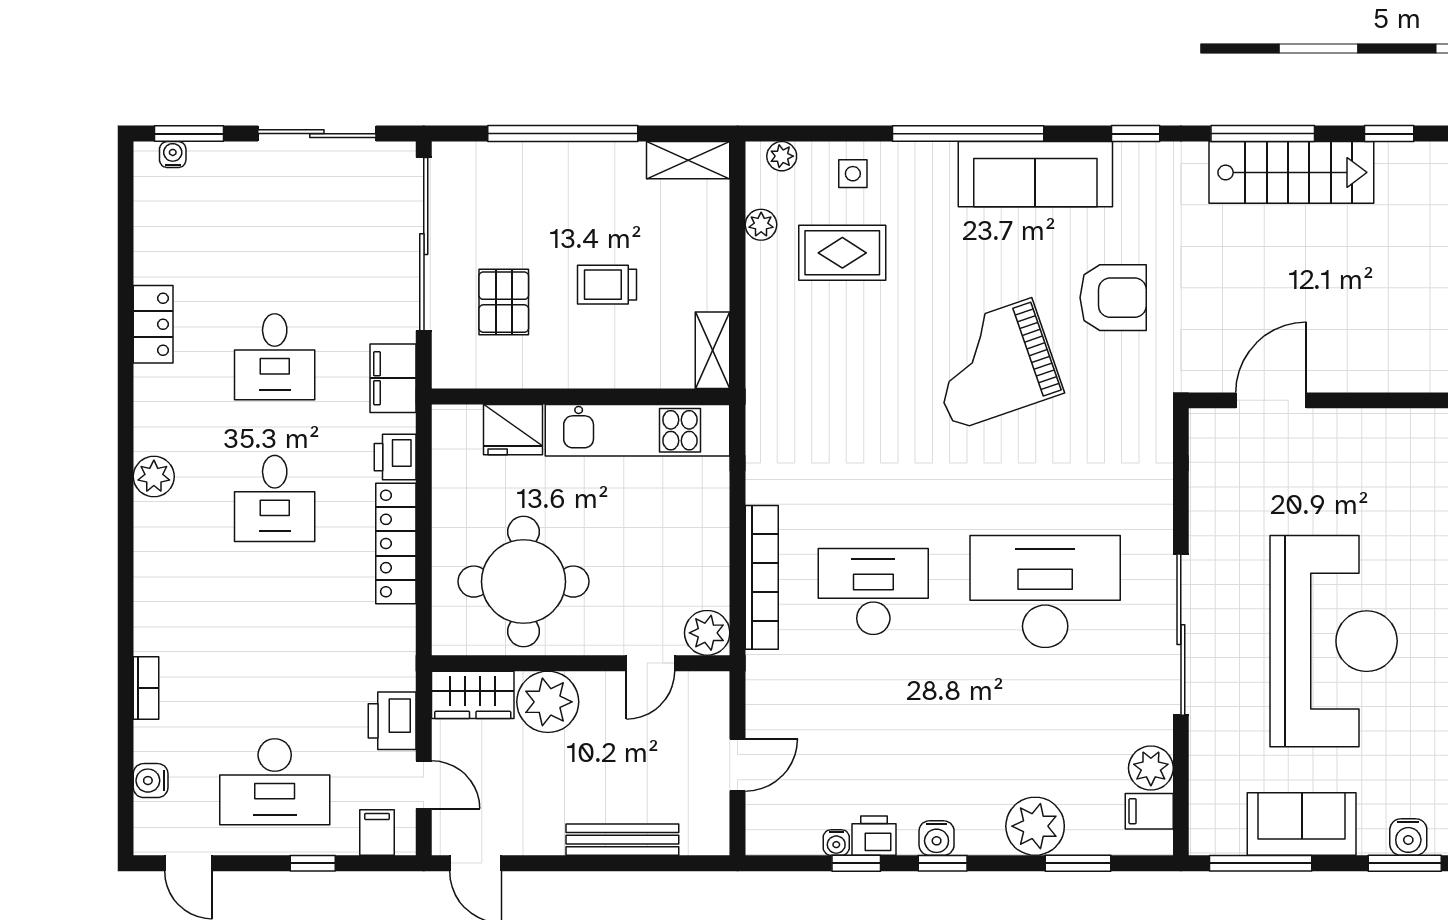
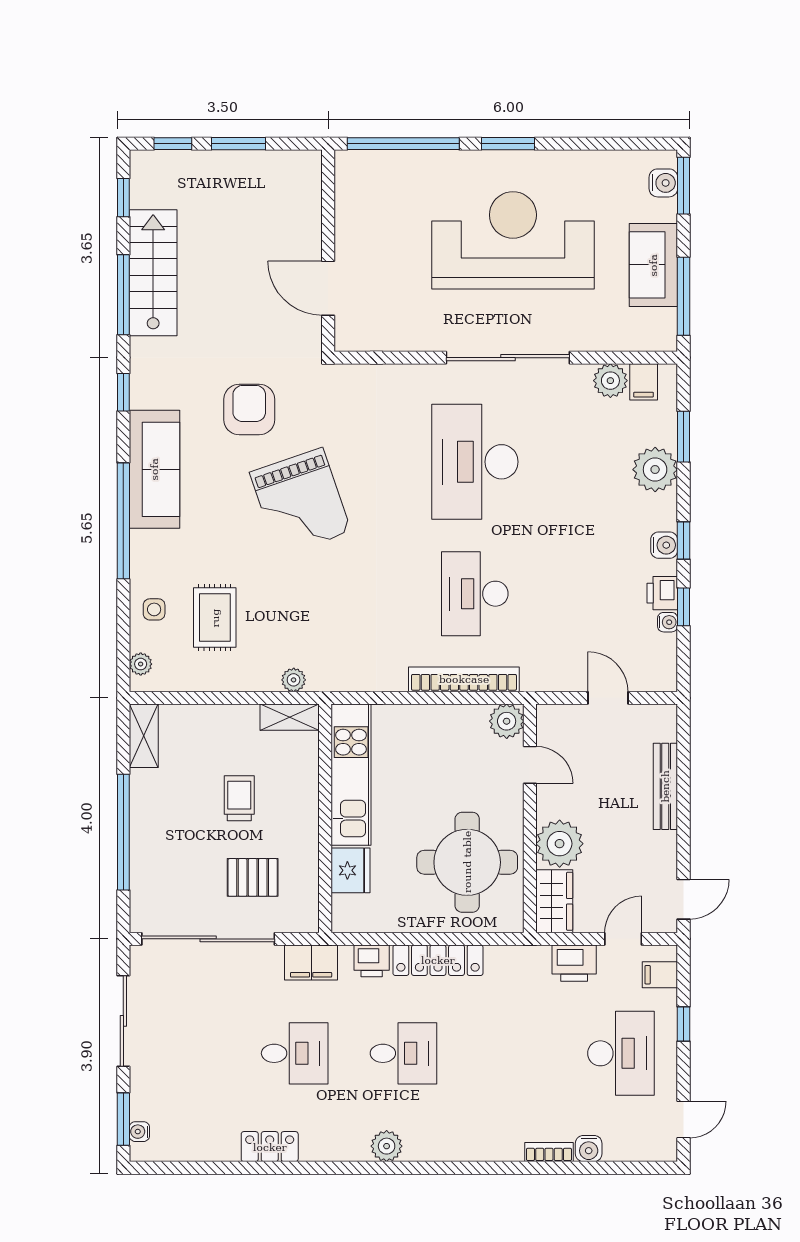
plant: (761, 225) -> (294, 680), moved
trolley: (607, 285) -> (239, 798), turned 180
water cooler: (151, 781) -> (589, 1149), moved

